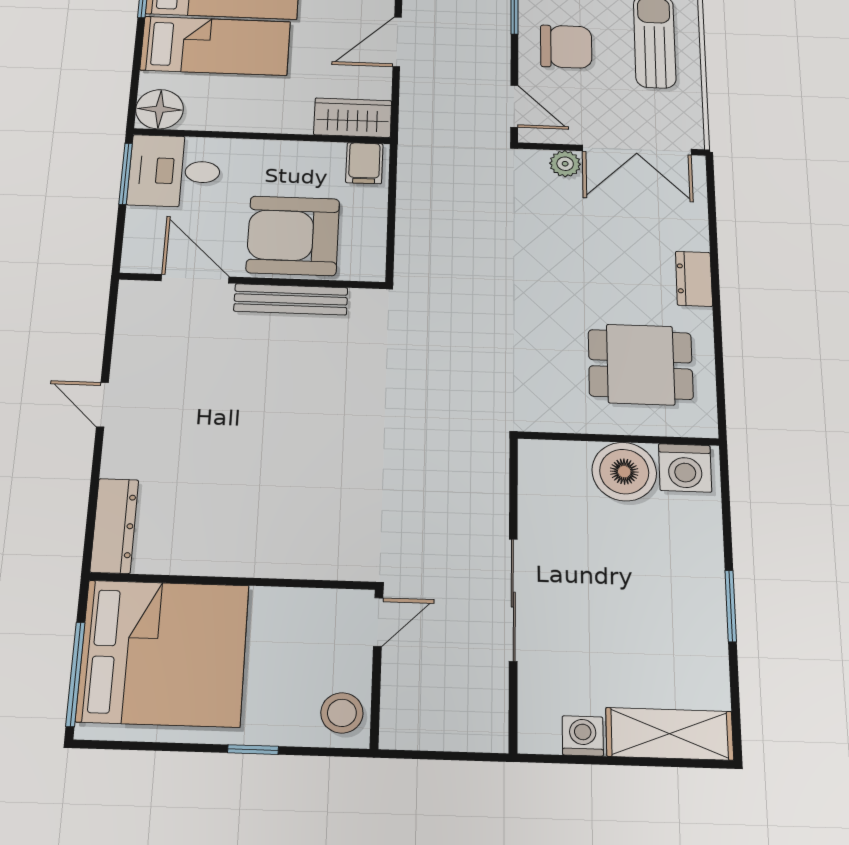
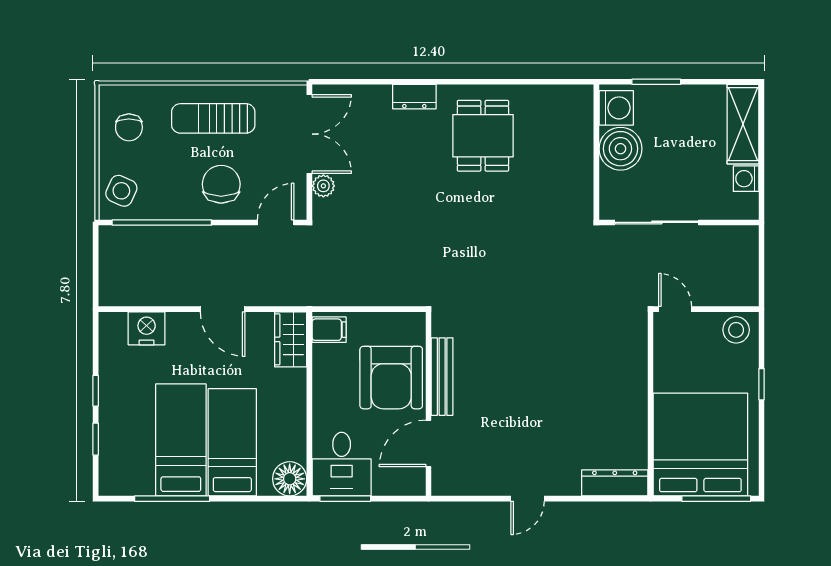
wall: (618, 439) -> (596, 152), moved
washing machine: (685, 468) -> (616, 108), moved
boiler: (624, 472) -> (620, 149), moved

